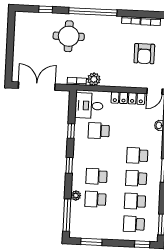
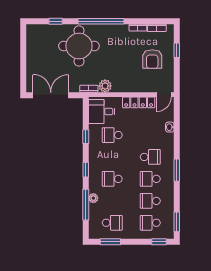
round table: (69, 36) -> (79, 46), width x1.36, depth x1.36
school desk: (137, 155) -> (150, 157), turned 180
school desk: (95, 199) -> (112, 223), moved, turned 180
window: (67, 215) -> (86, 205), moved

